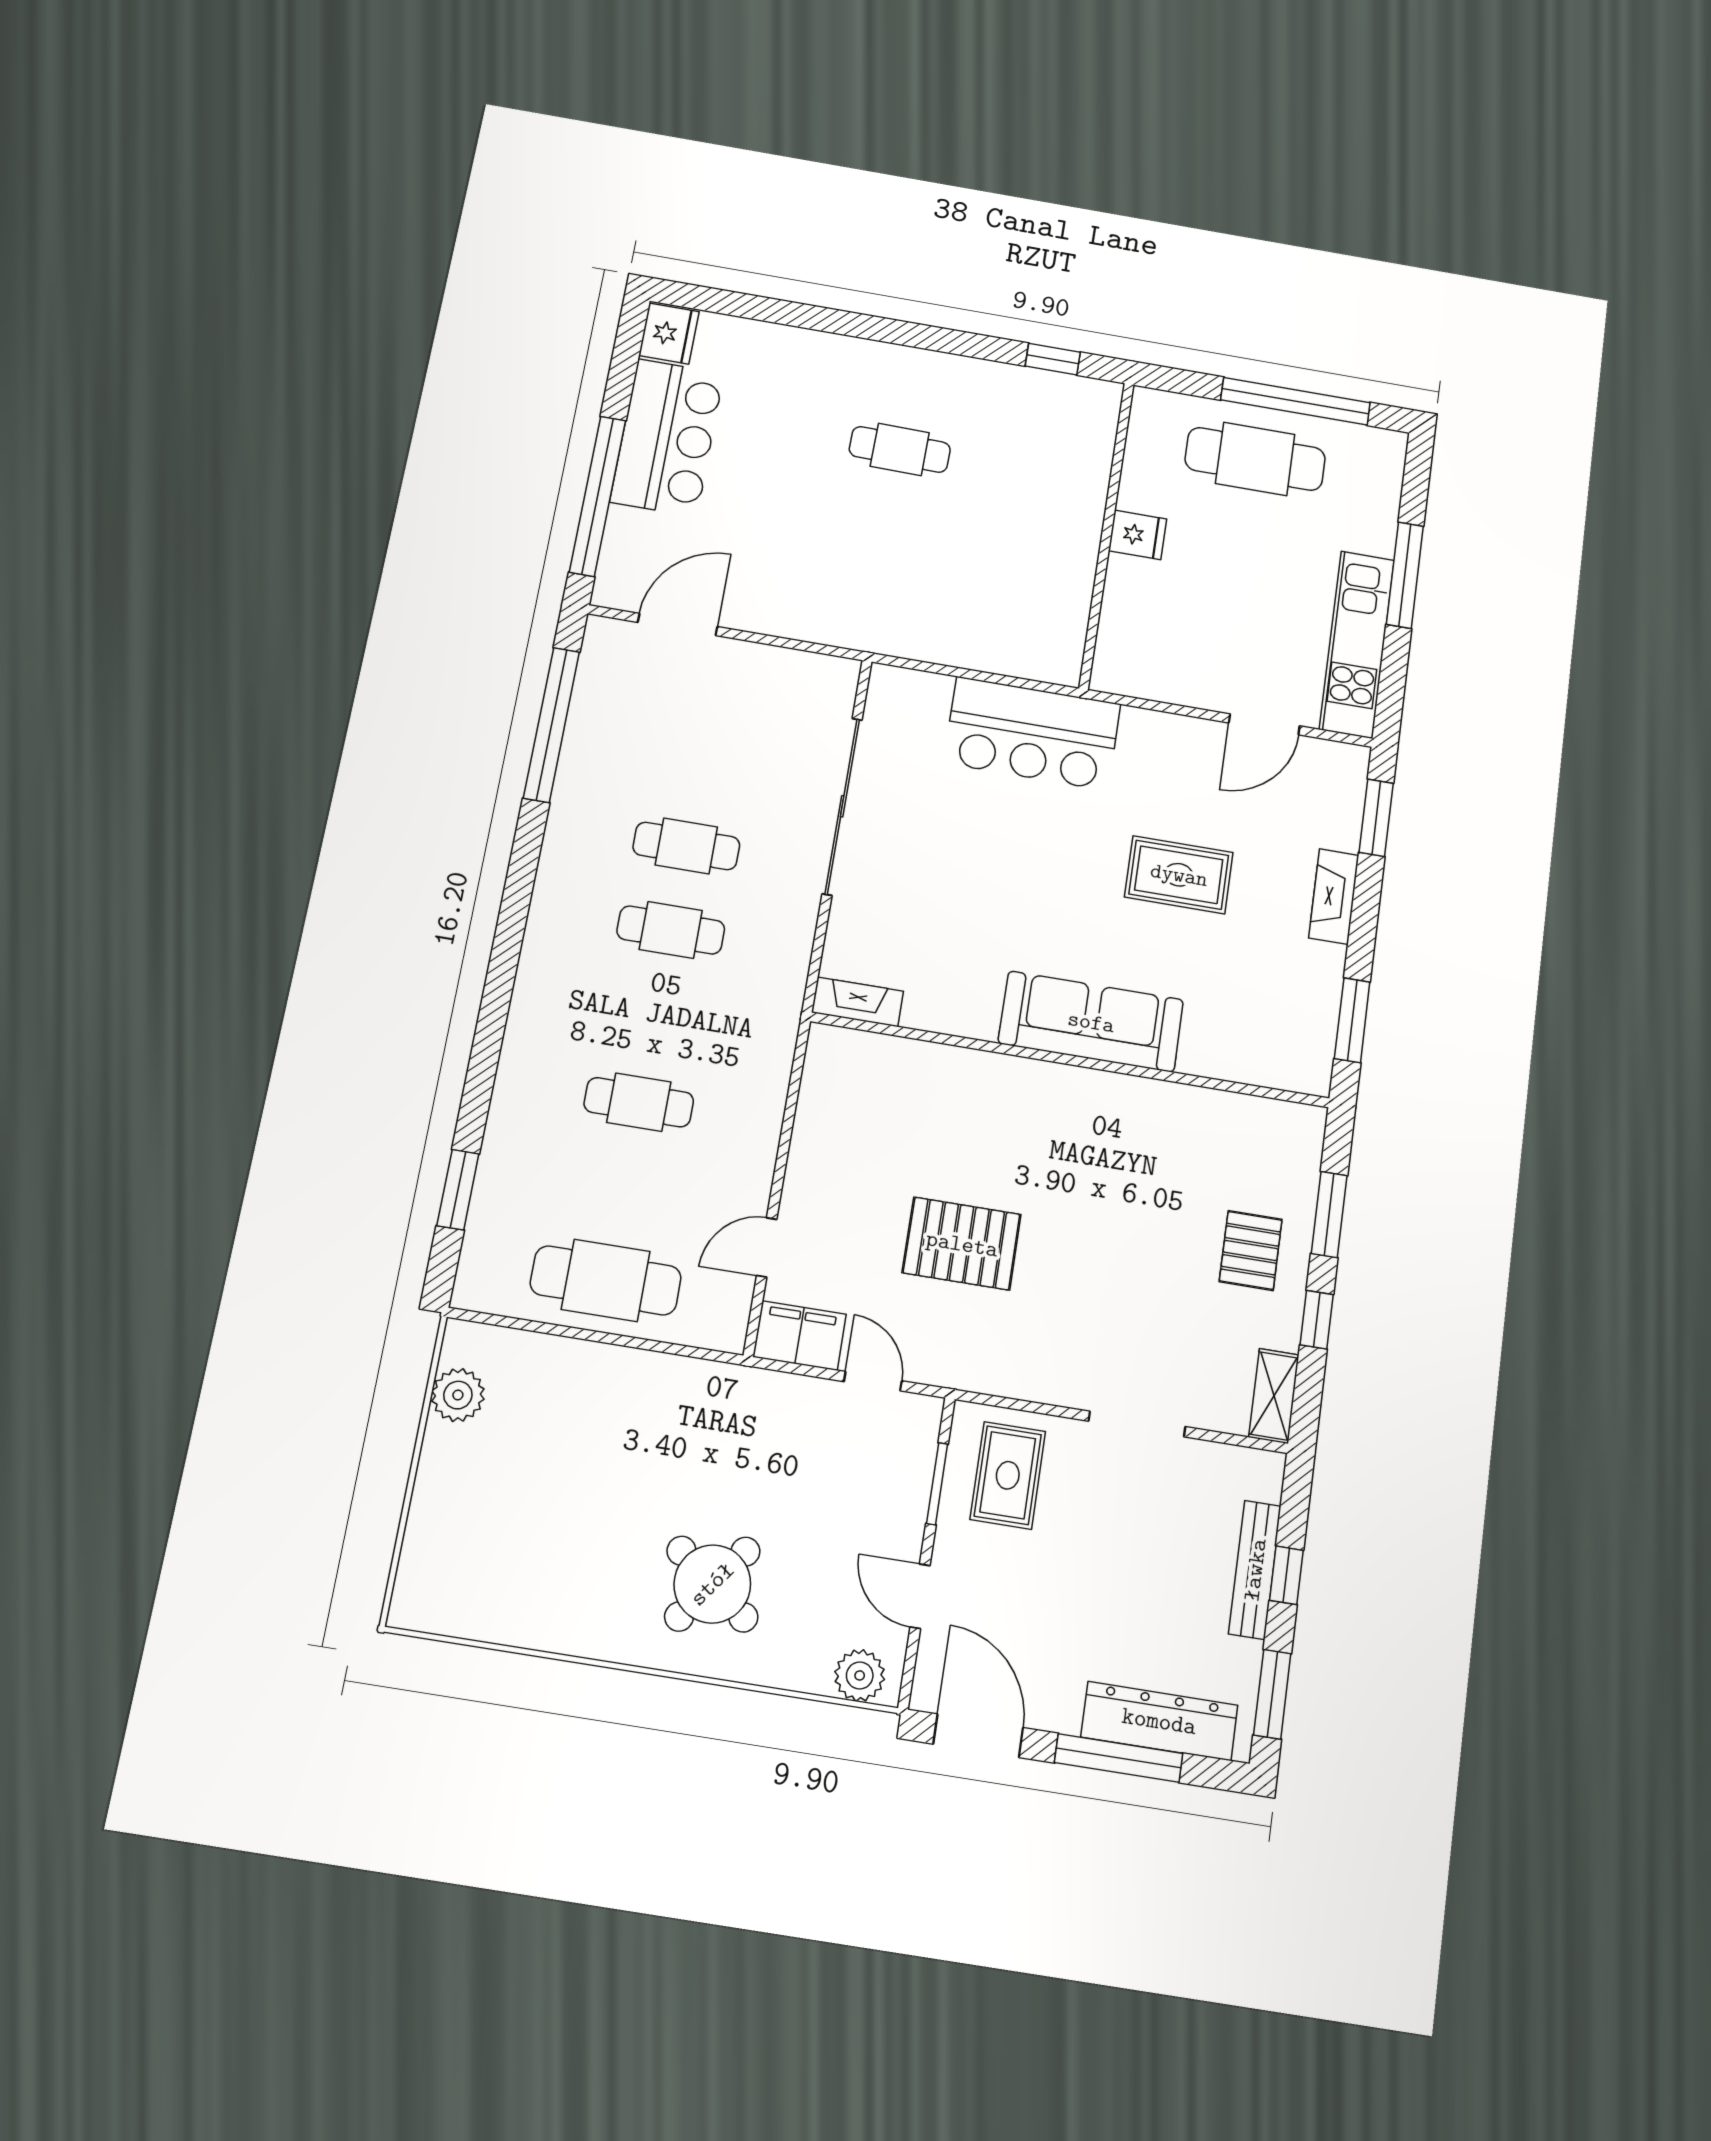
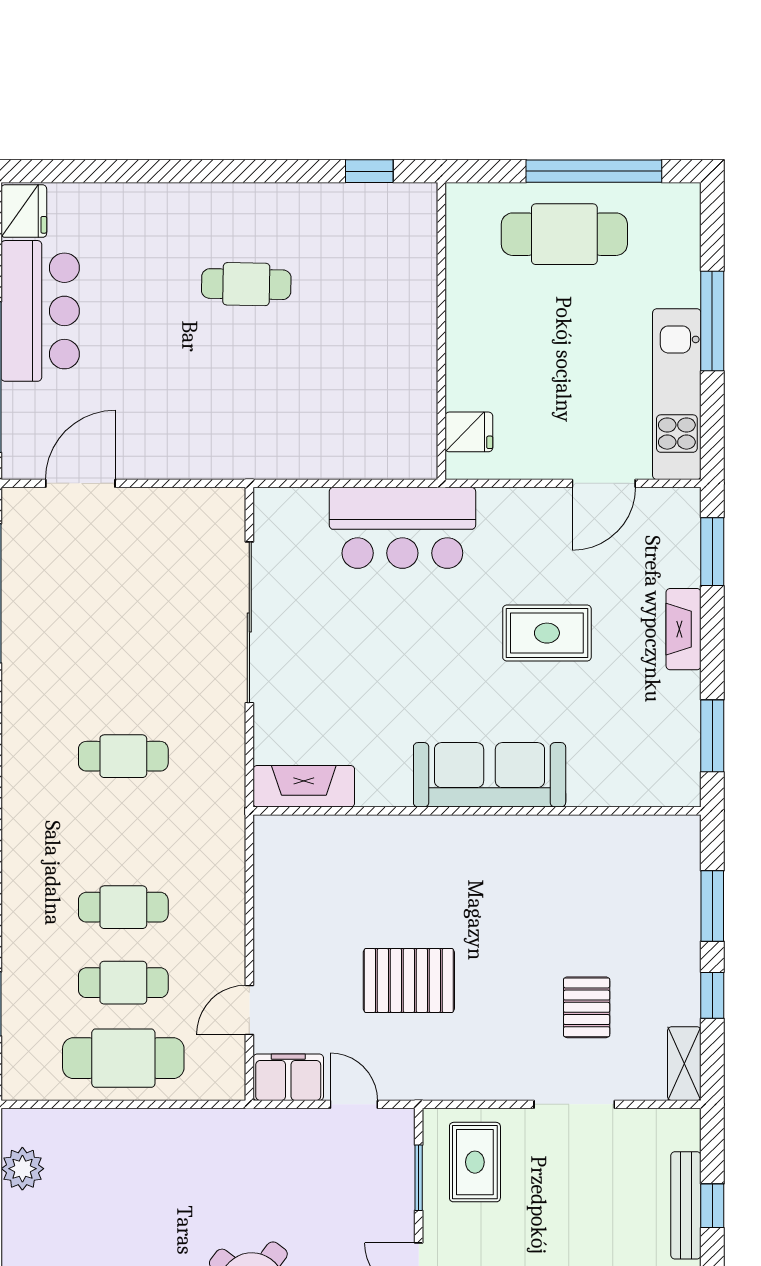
fridge: (1138, 535) -> (469, 432), moved
cafe table: (686, 846) -> (123, 983), moved
fireplace: (857, 1002) -> (304, 786), width x1.37, depth x1.32
pallet: (1251, 1250) -> (587, 1007), moved

